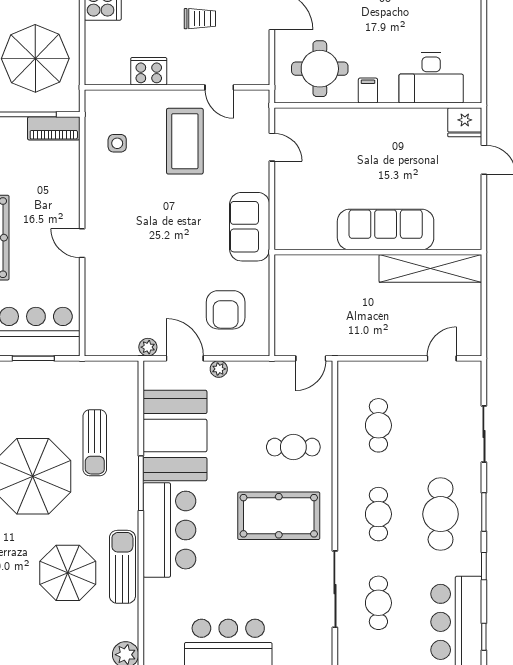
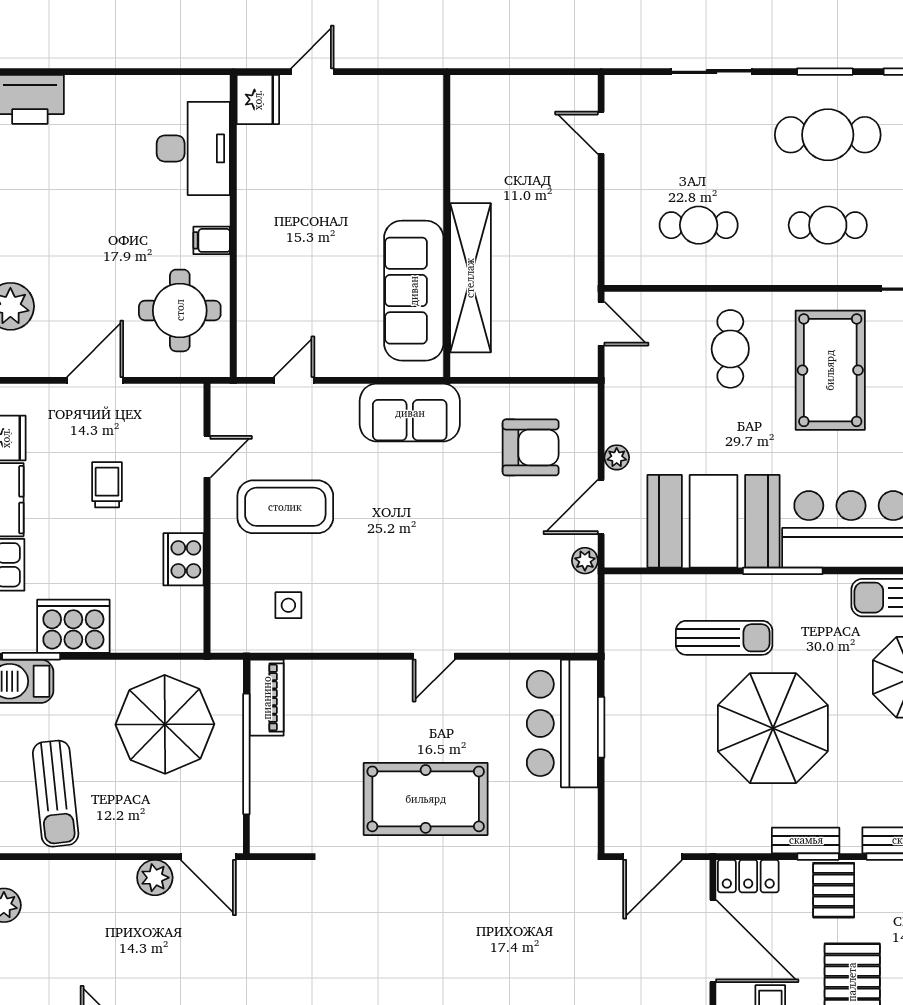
sofa: (386, 229) -> (414, 291), moved
shelving: (430, 268) -> (470, 278), moved

